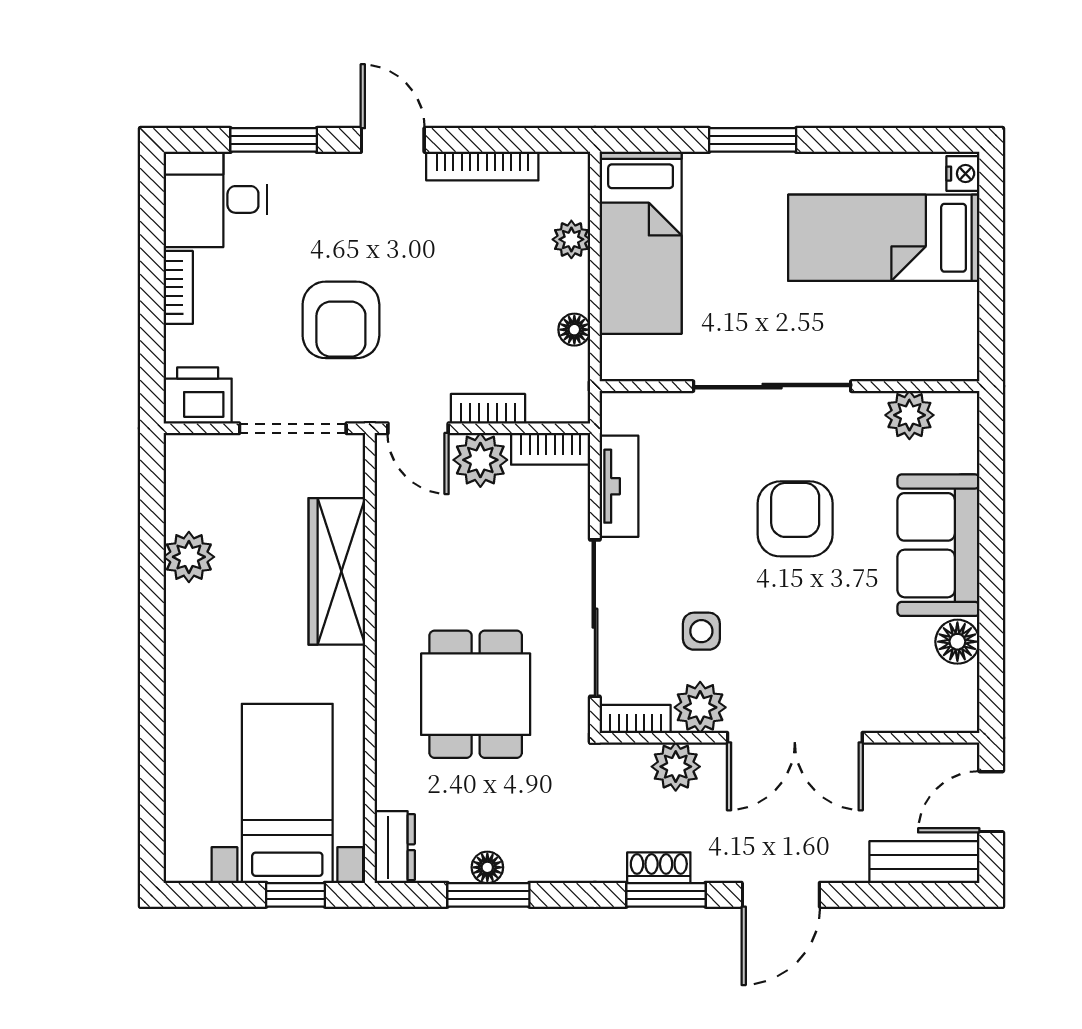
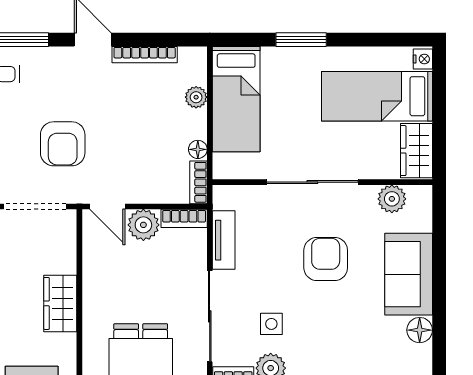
wardrobe: (952, 332) -> (417, 151), added
bookcase: (488, 409) -> (198, 182), moved, turned -90
wardrobe: (337, 571) -> (60, 303), width x0.67

